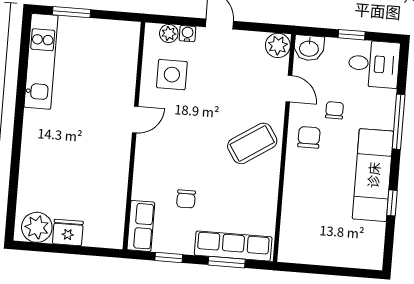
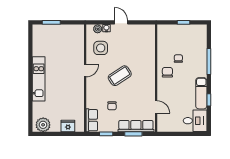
plant: (278, 45) -> (149, 30), removed
washbasin: (309, 48) -> (164, 30), removed
kitchen unit: (41, 61) -> (39, 79), moved
desk: (374, 64) -> (195, 121), moved
door: (289, 89) -> (156, 107), moved
coffee table: (252, 143) -> (120, 76), moved
exam couch: (373, 175) -> (201, 93), width x0.73, depth x0.69
fridge: (68, 233) -> (68, 126), moved

